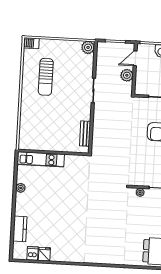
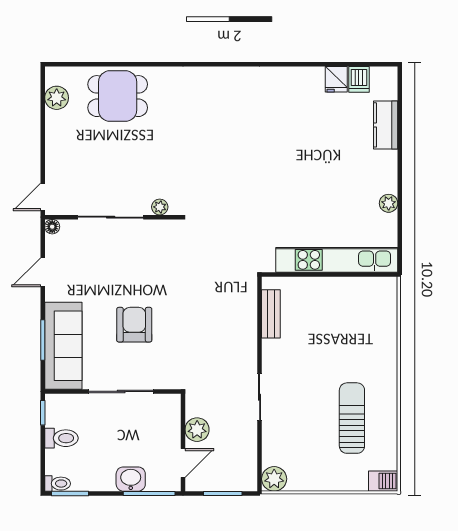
kitchen unit: (41, 159) -> (337, 260), width x1.36

